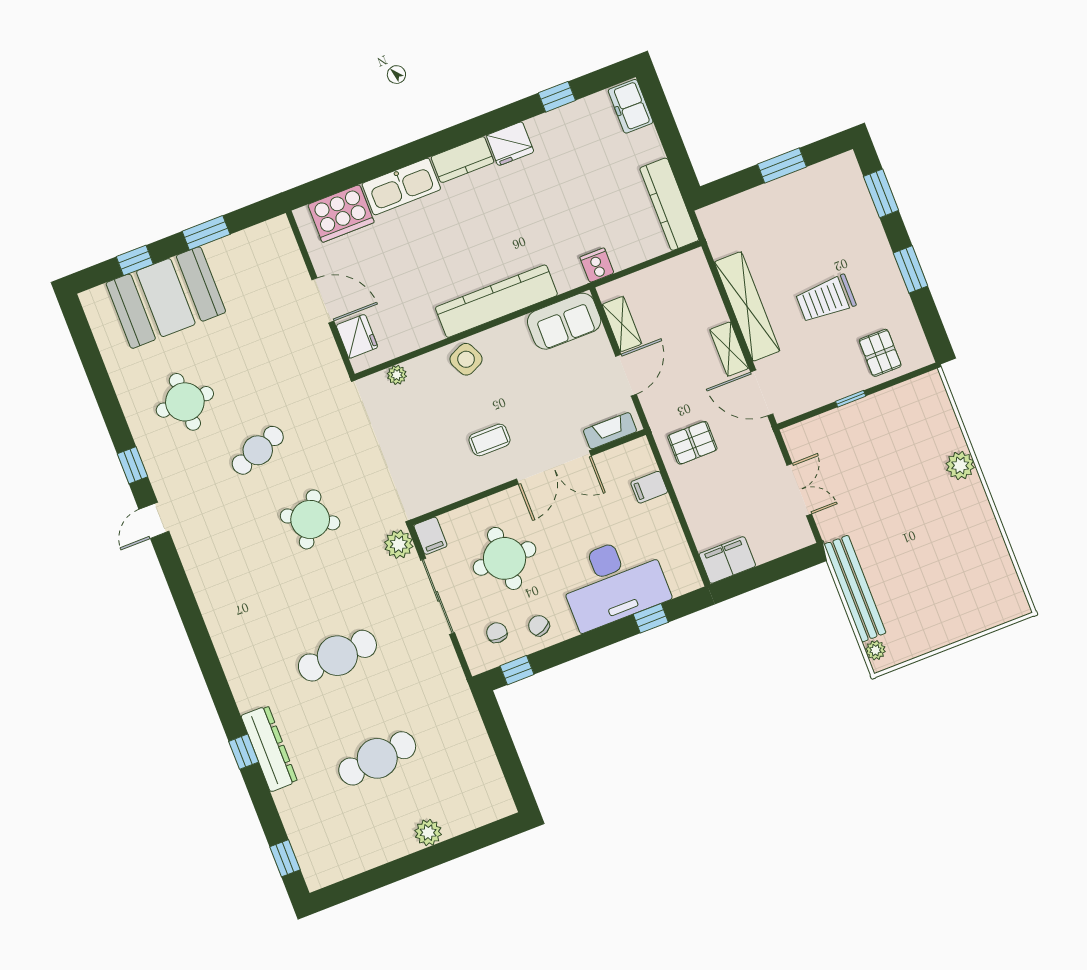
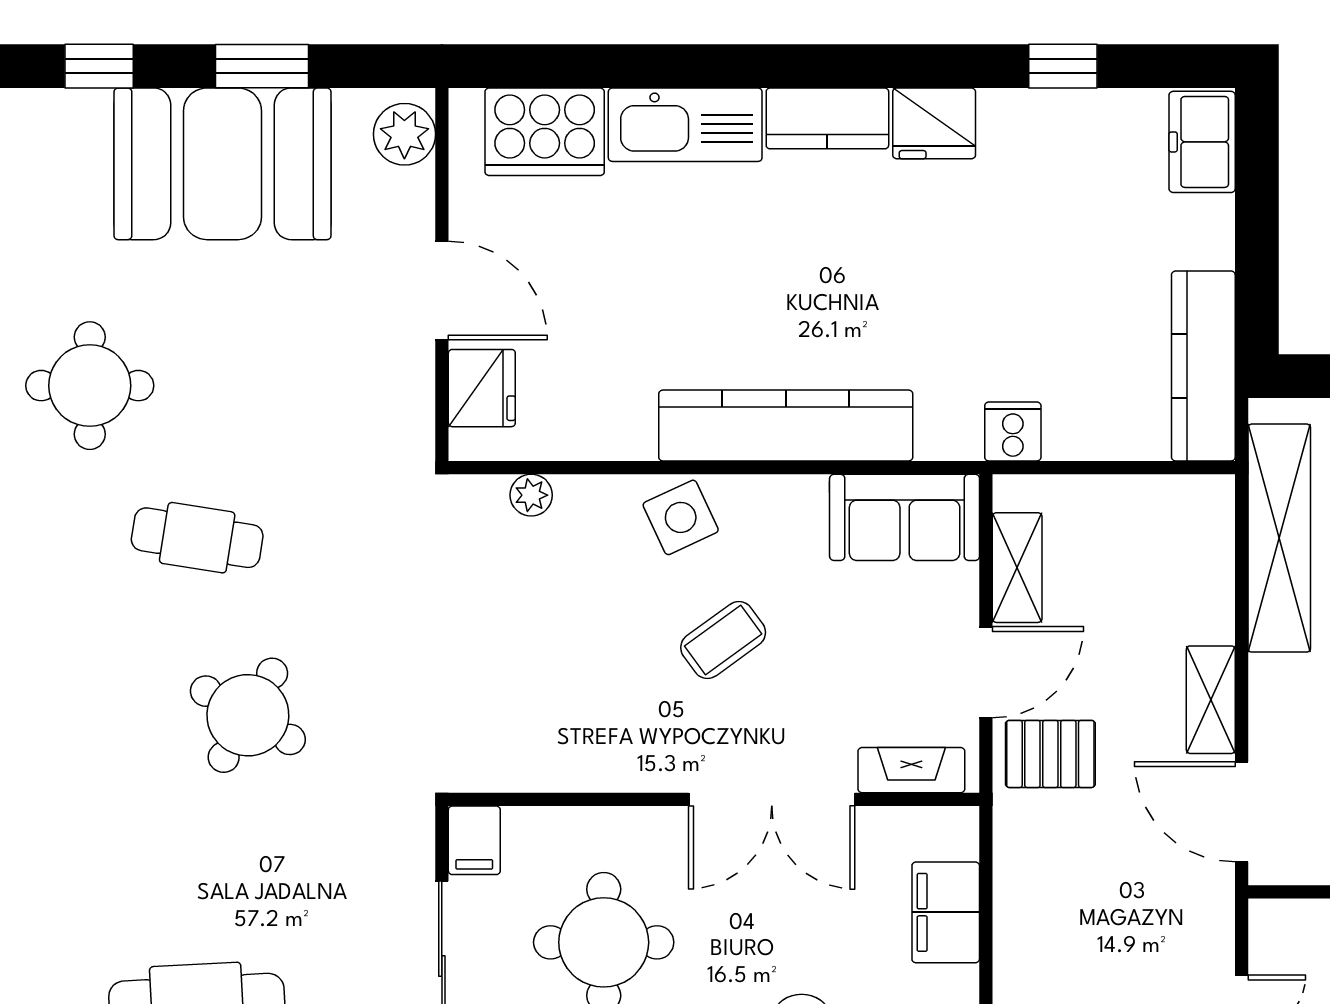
booth: (166, 298) -> (223, 164), moved
shelving: (747, 306) -> (1279, 538), moved
coffee table: (489, 440) -> (723, 640), moved, turned -36
pallet: (692, 443) -> (1050, 754), moved
cafe table: (258, 450) -> (197, 538), turned 30
filing cabinet: (649, 487) -> (946, 912), width x2.00
plant: (399, 544) -> (404, 134), moved

